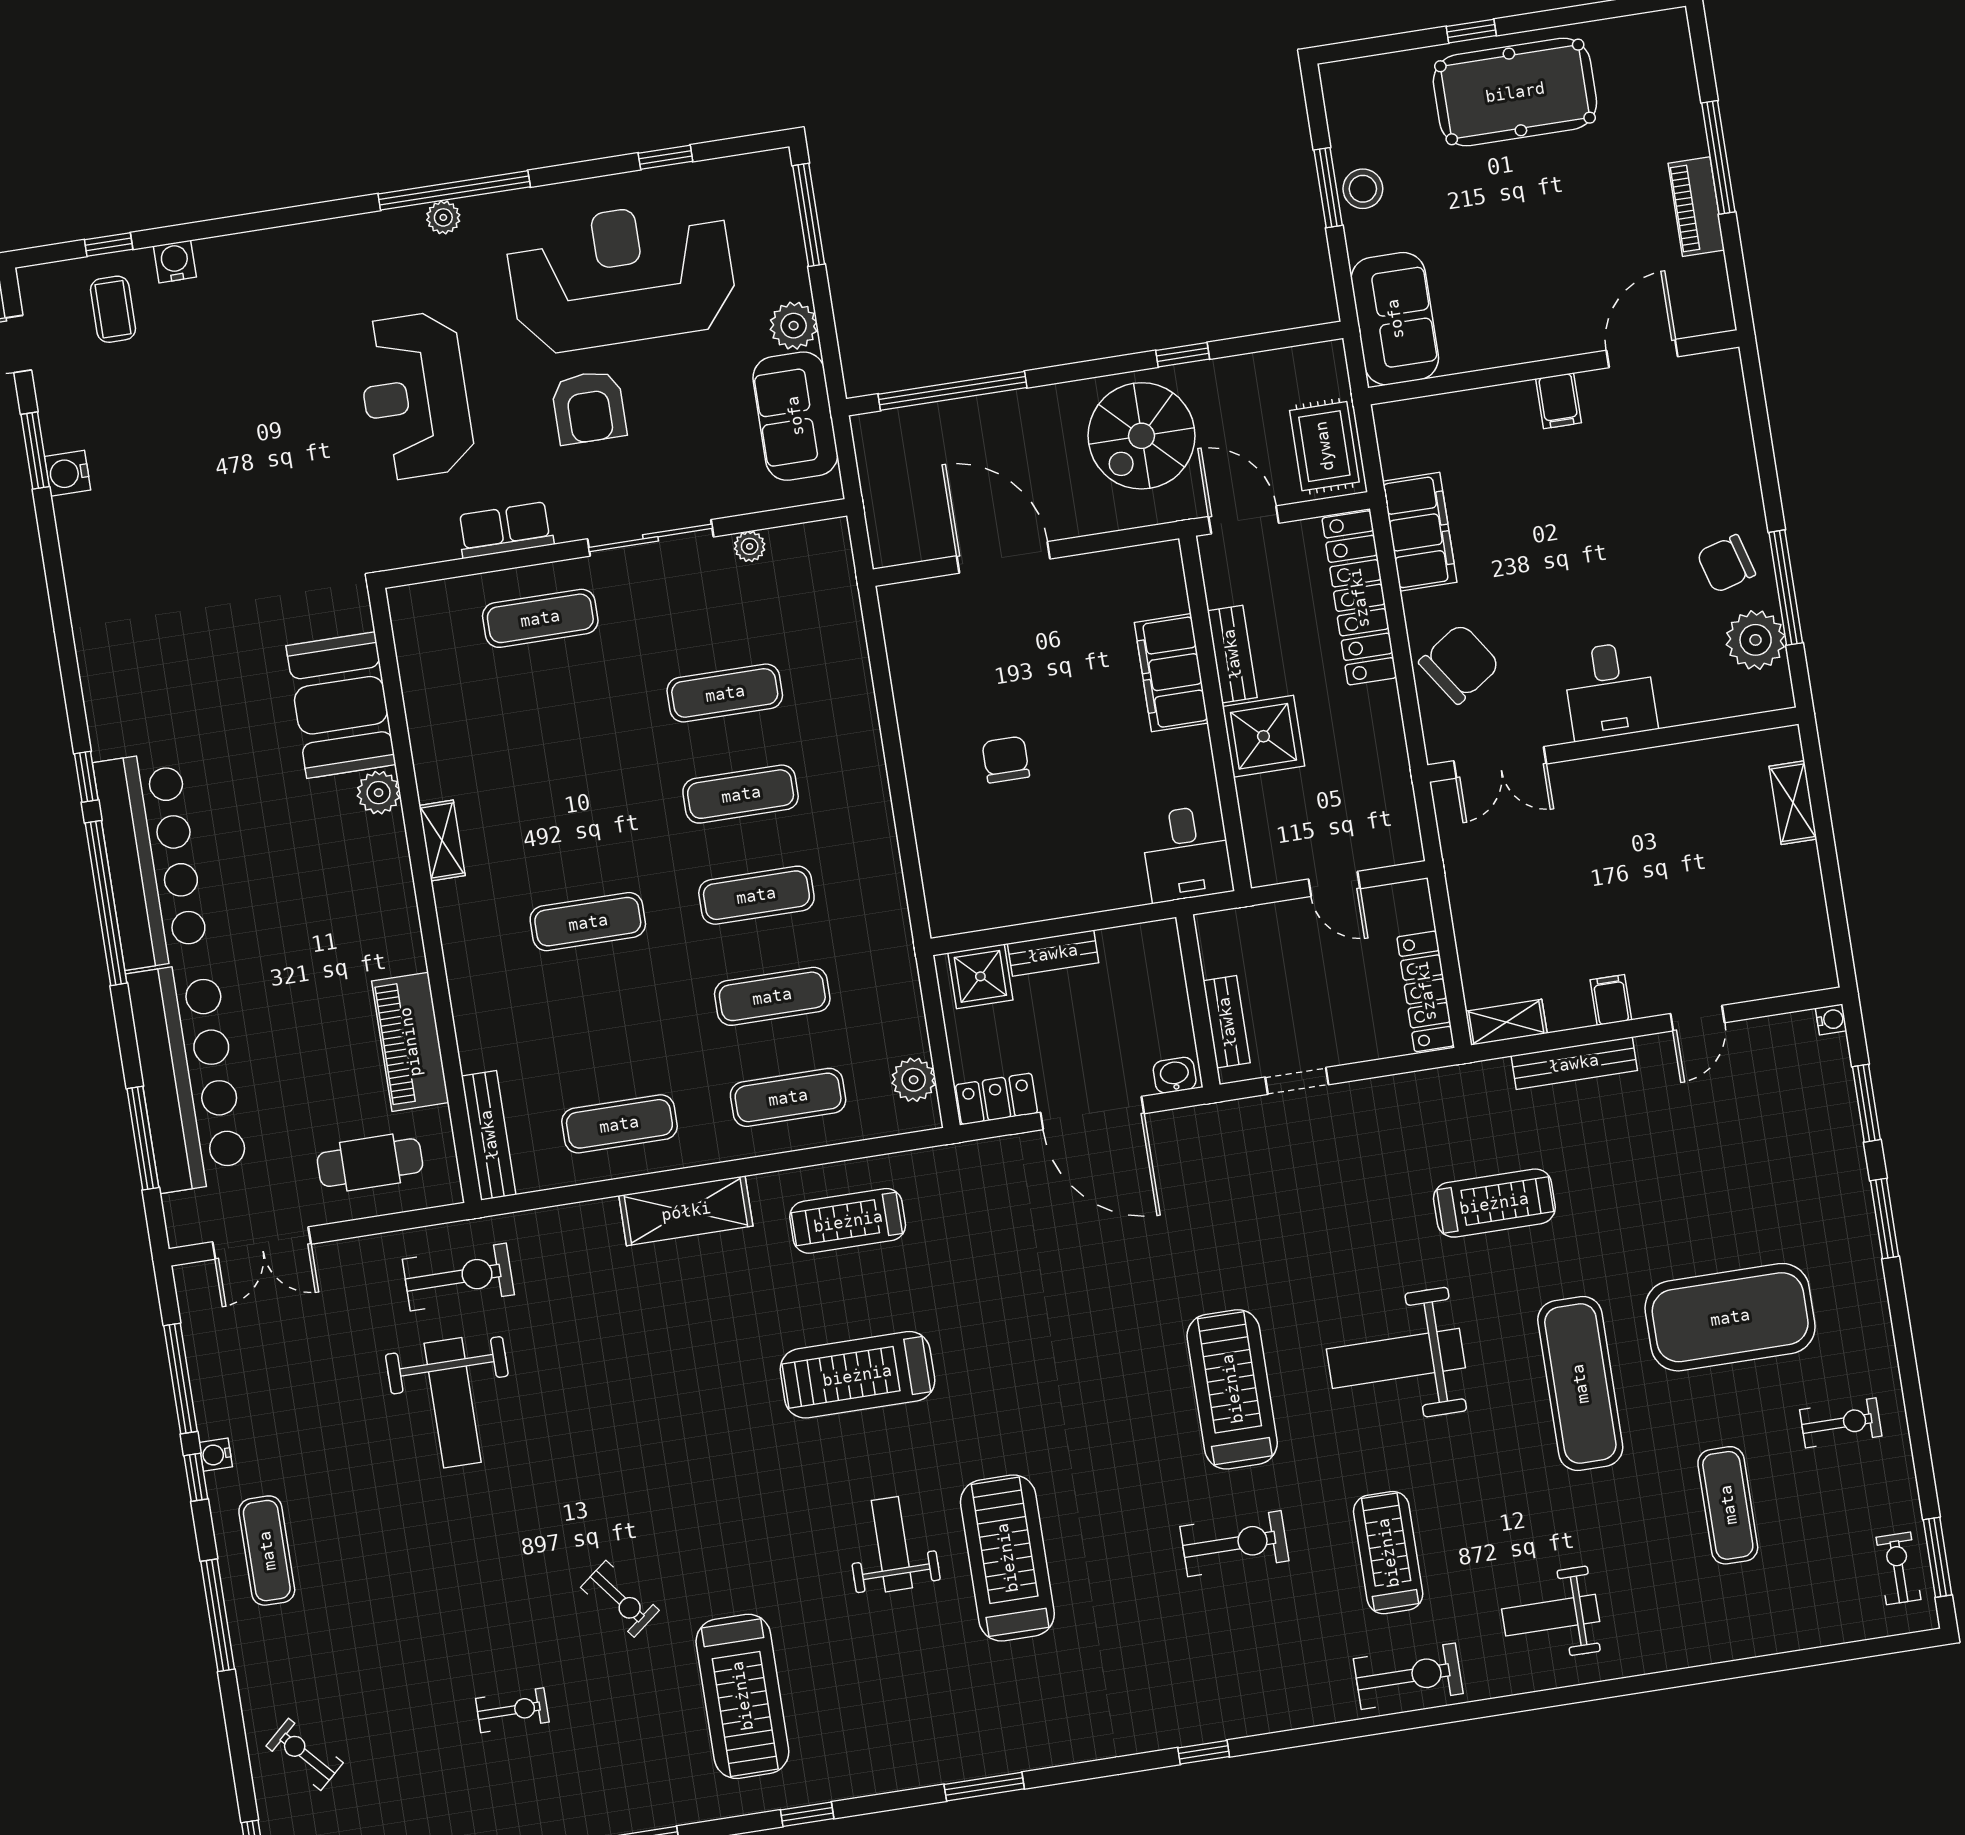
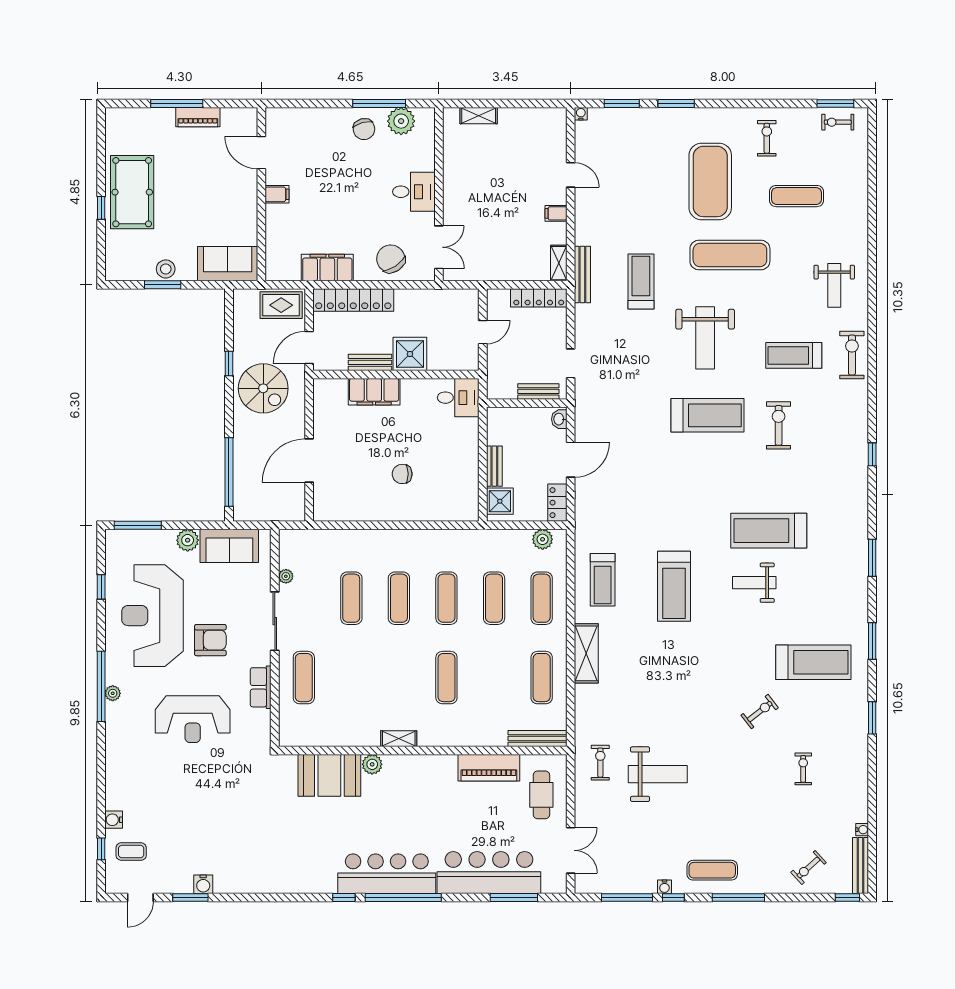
bench: (1574, 1063) -> (582, 274), moved
door: (1092, 1113) -> (571, 460), width x0.73
exercise bike: (458, 1277) -> (600, 763), width x0.73, depth x0.72
treadmill: (1232, 1389) -> (708, 415), turned 180
window: (807, 1814) -> (872, 641), width x1.50

